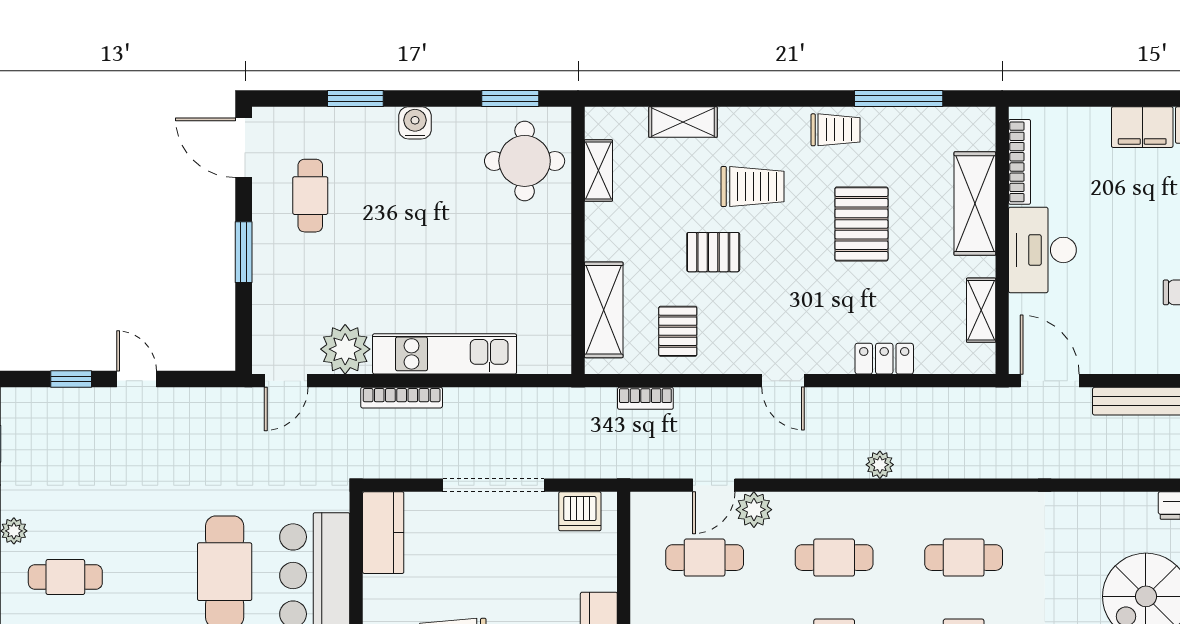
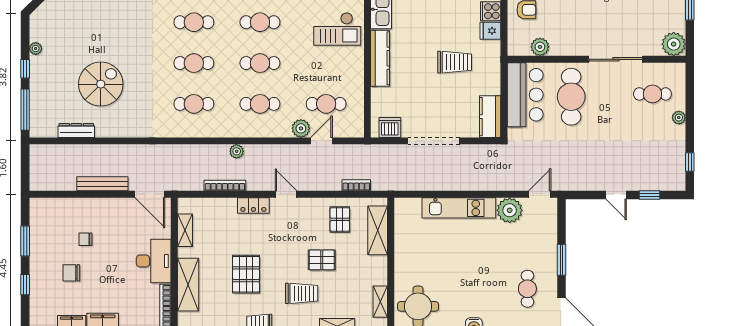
trolley: (752, 187) -> (302, 293), turned 180
locker: (884, 359) -> (253, 205), moved
bookcase: (402, 398) -> (225, 186), moved

